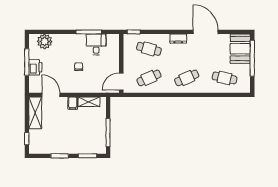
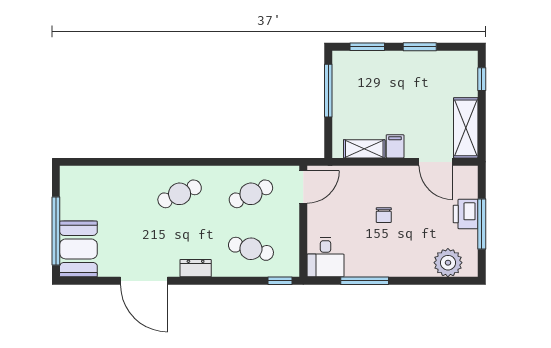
desk: (96, 44) -> (325, 257), moved
cafe table: (225, 78) -> (108, 194), removed

